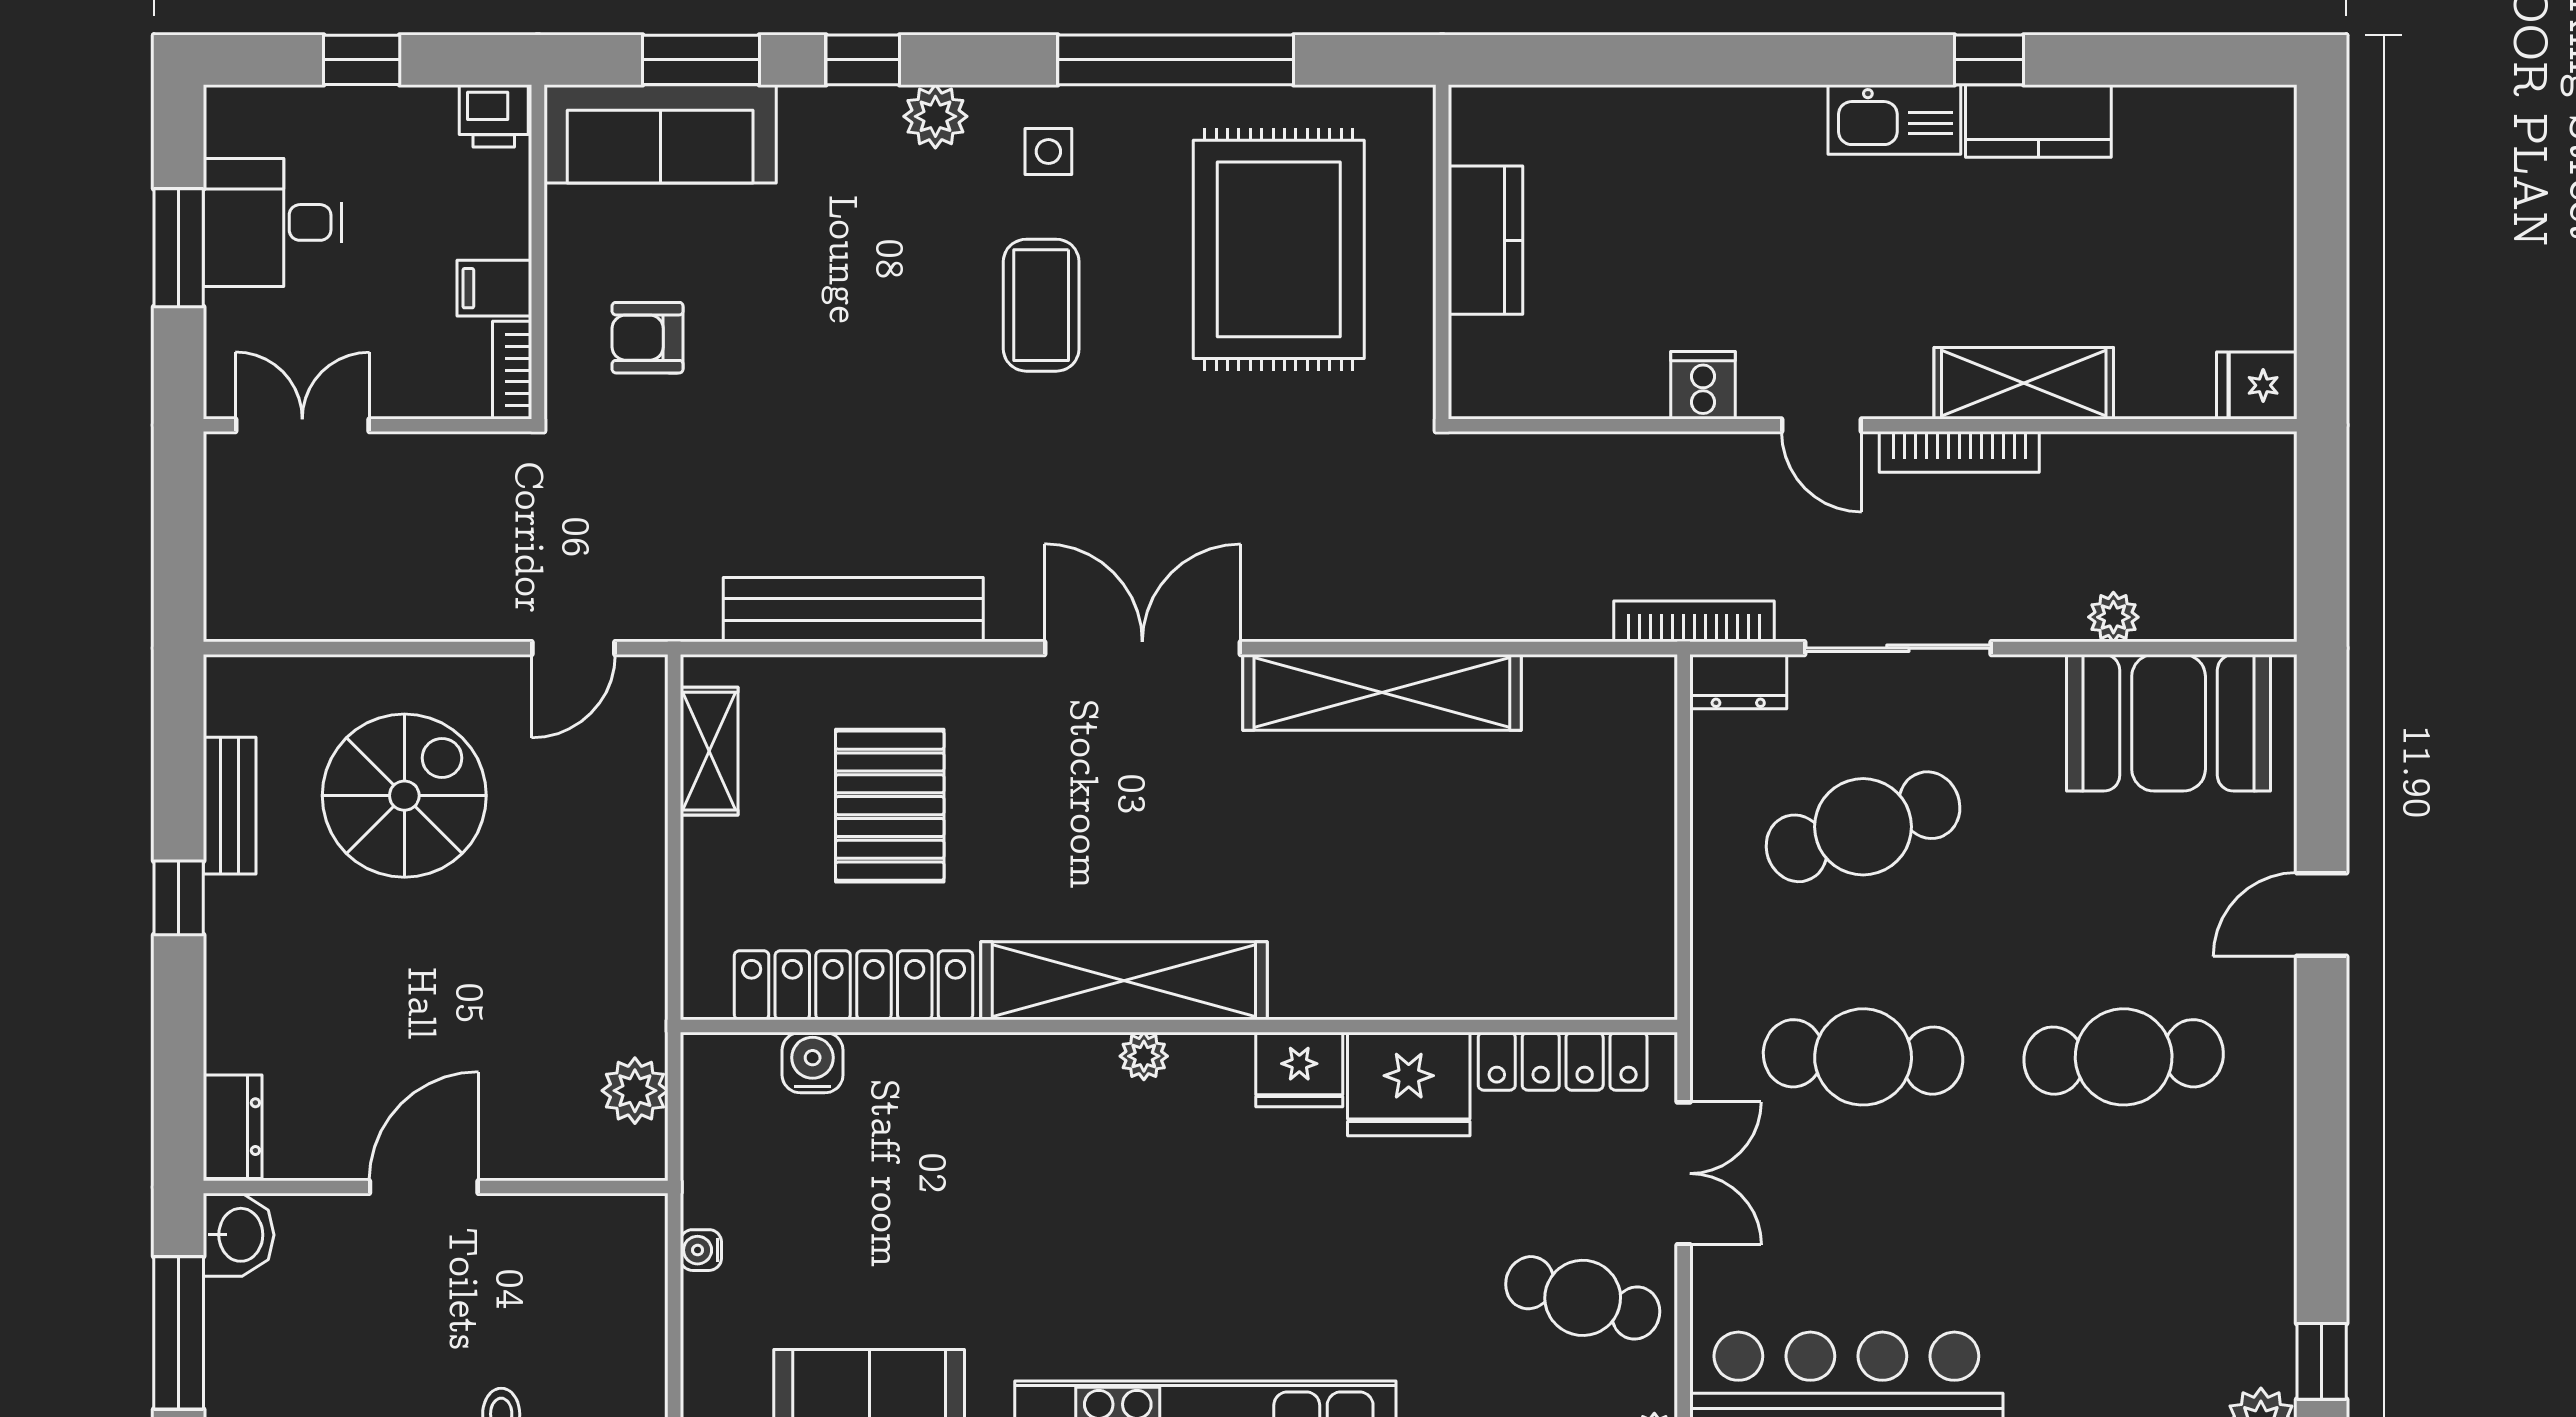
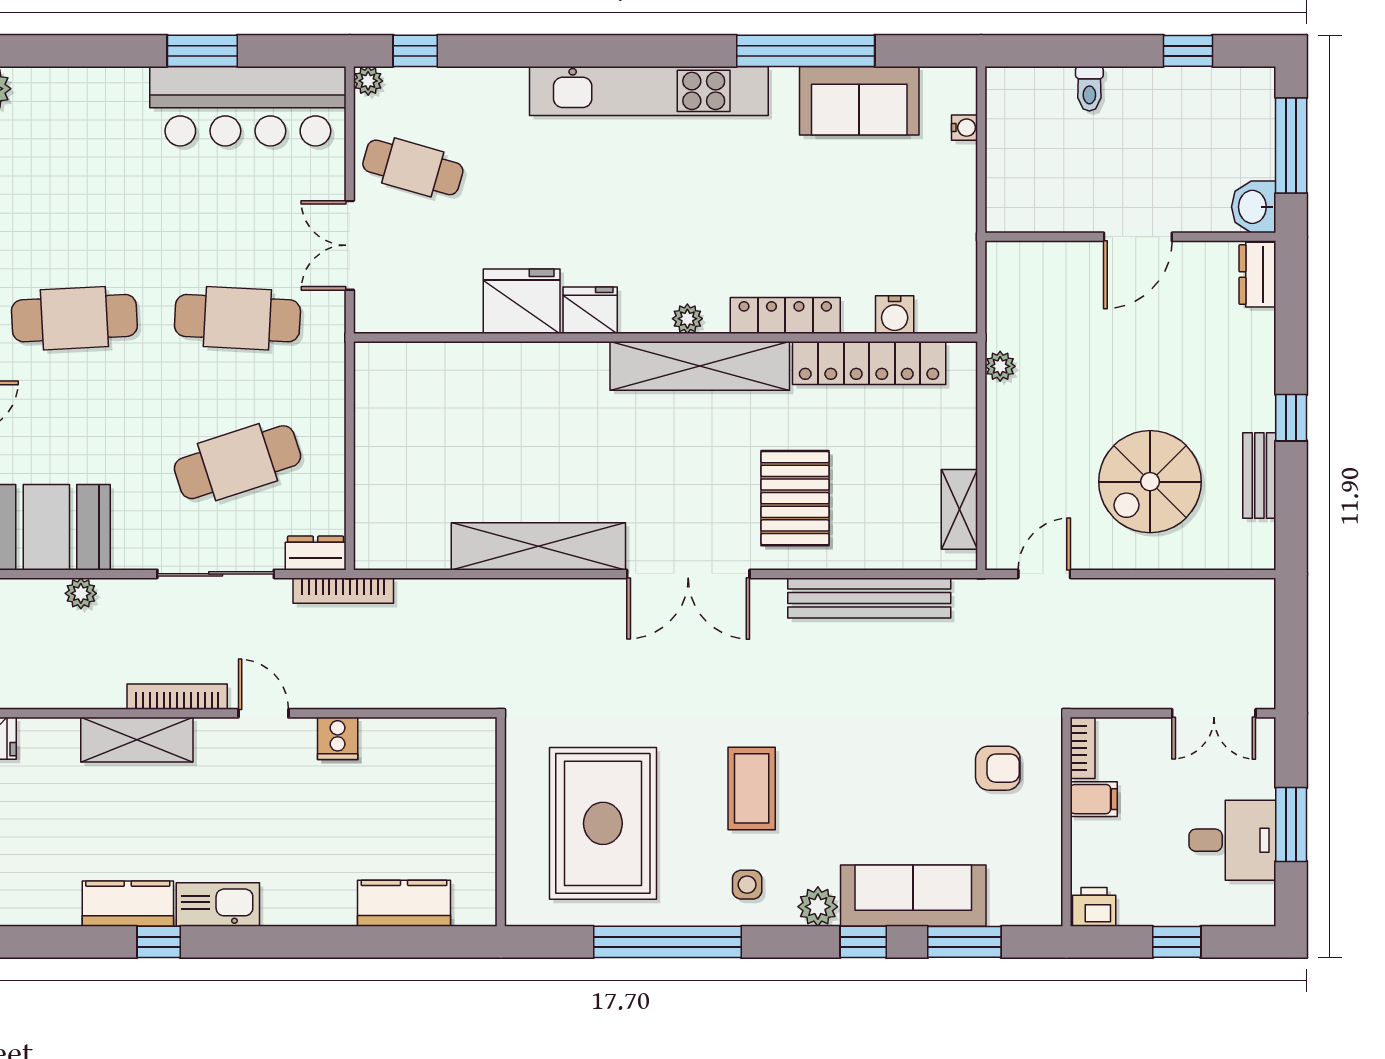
sofa: (660, 134) -> (913, 896), moved
kitchen counter: (1485, 240) -> (404, 903), moved, turned 90
pallet: (890, 806) -> (795, 498), moved
locker: (1563, 1061) -> (785, 315), moved
plant: (635, 1091) -> (1000, 366), moved, width x0.73, depth x0.73
water cooler: (701, 1250) -> (965, 128), moved

